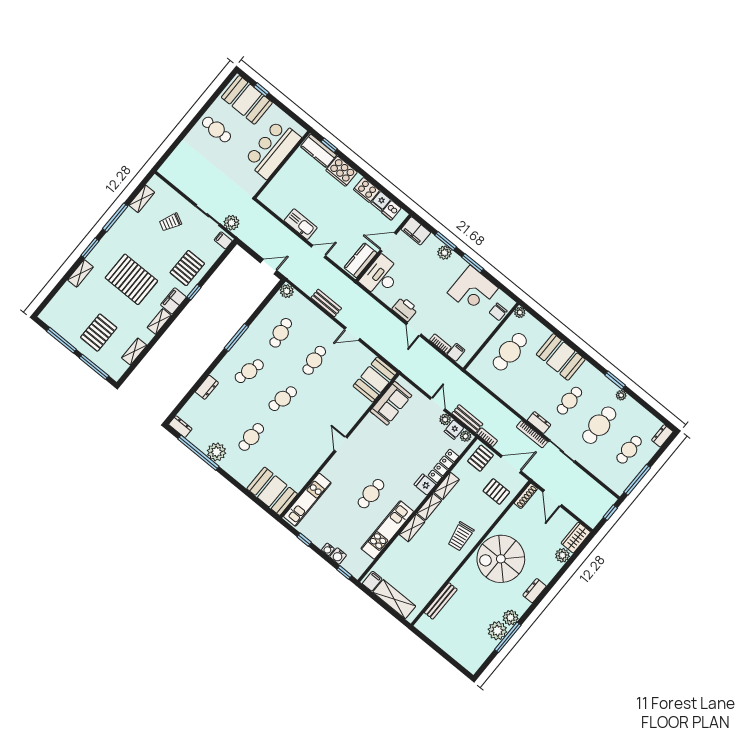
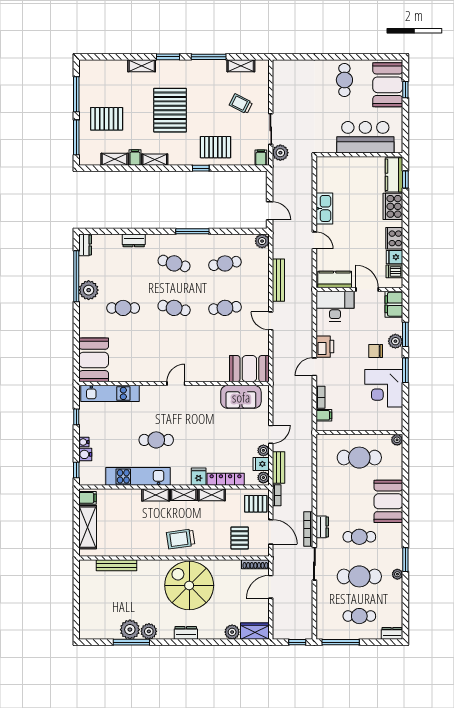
filing cabinet: (173, 301) -> (135, 157), moved, width x0.50
bench: (326, 303) -> (278, 280), width x1.36
chair: (498, 312) -> (376, 351), moved

